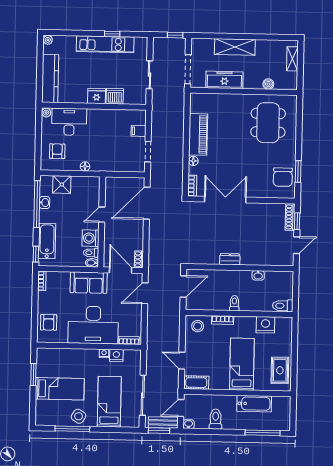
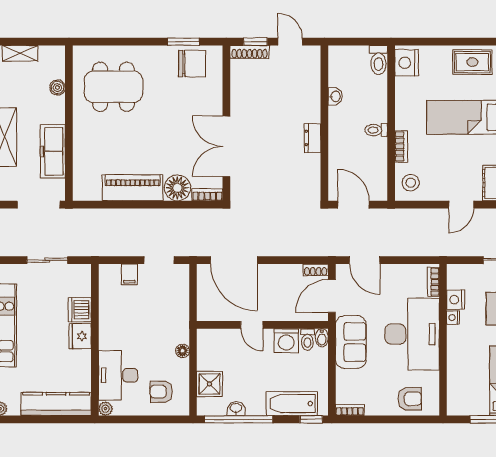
floor lamp: (193, 161) -> (177, 188), width x1.89, depth x1.89
nightstand: (265, 325) -> (407, 63), moved

